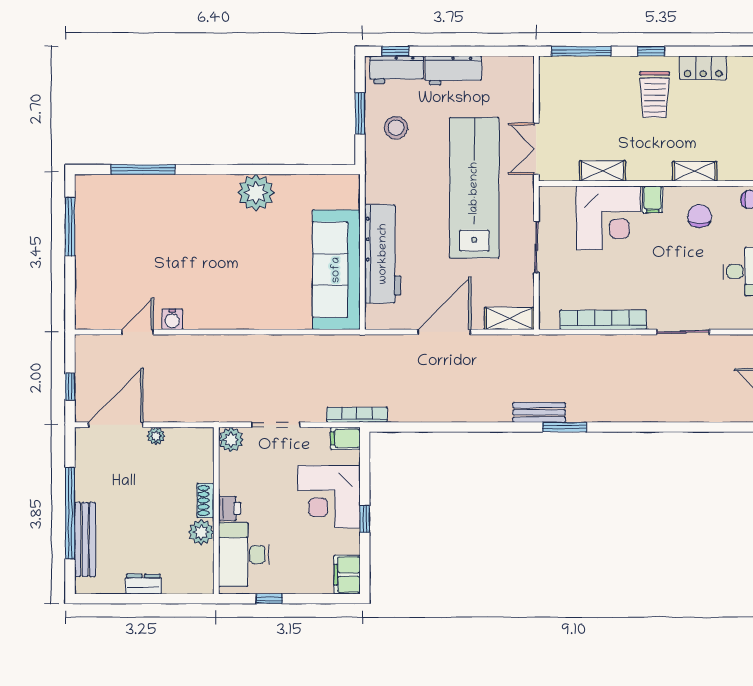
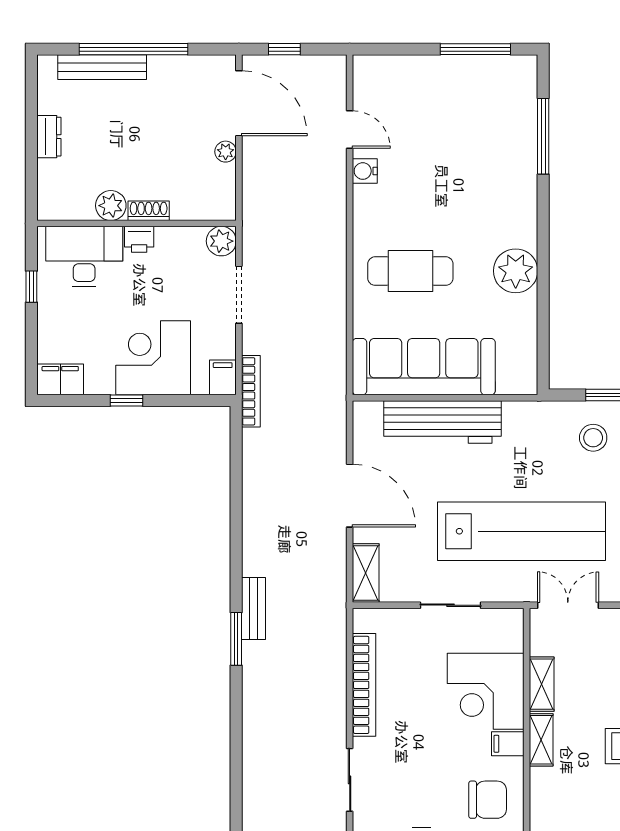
shelving: (695, 171) -> (541, 740), moved
chair: (699, 216) -> (488, 800), width x1.37, depth x1.37
cafe table: (256, 281) -> (410, 271), added

